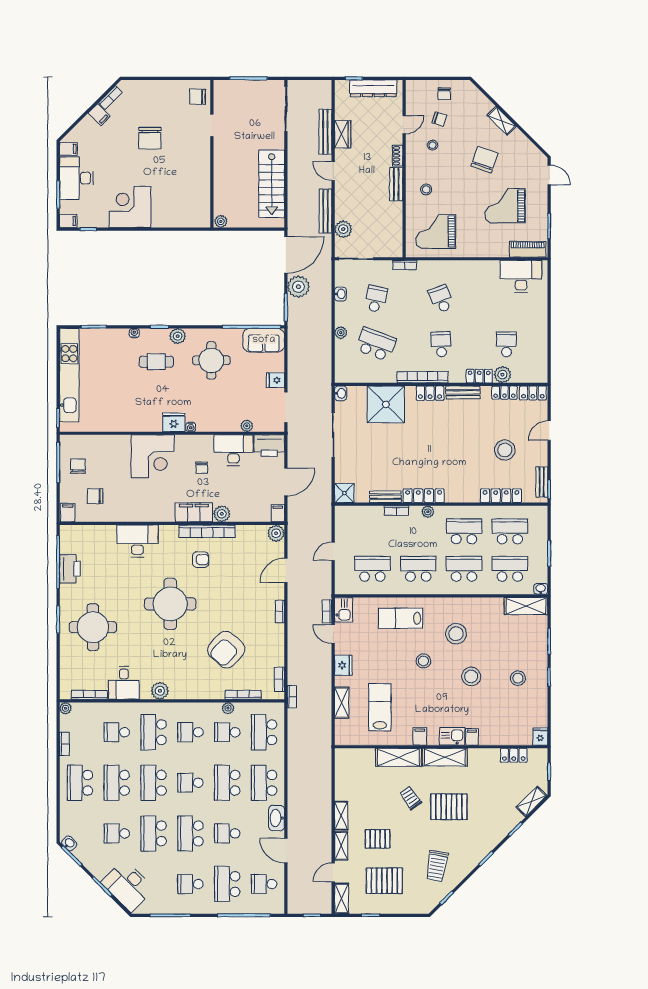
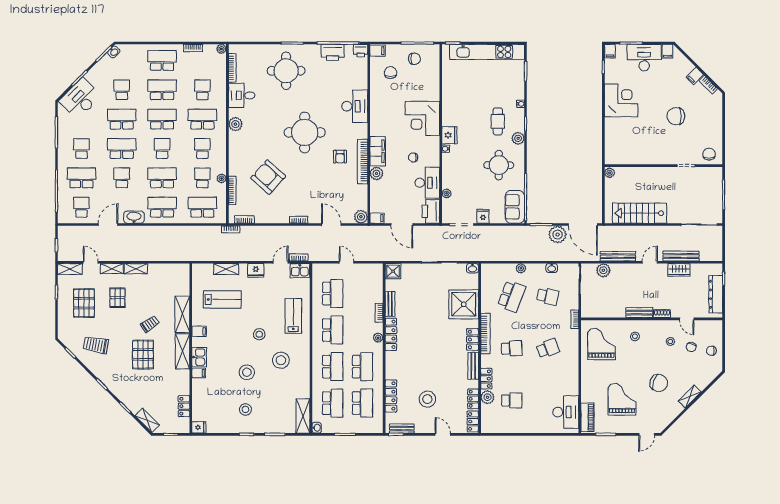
printer: (68, 534) -> (361, 51), added

